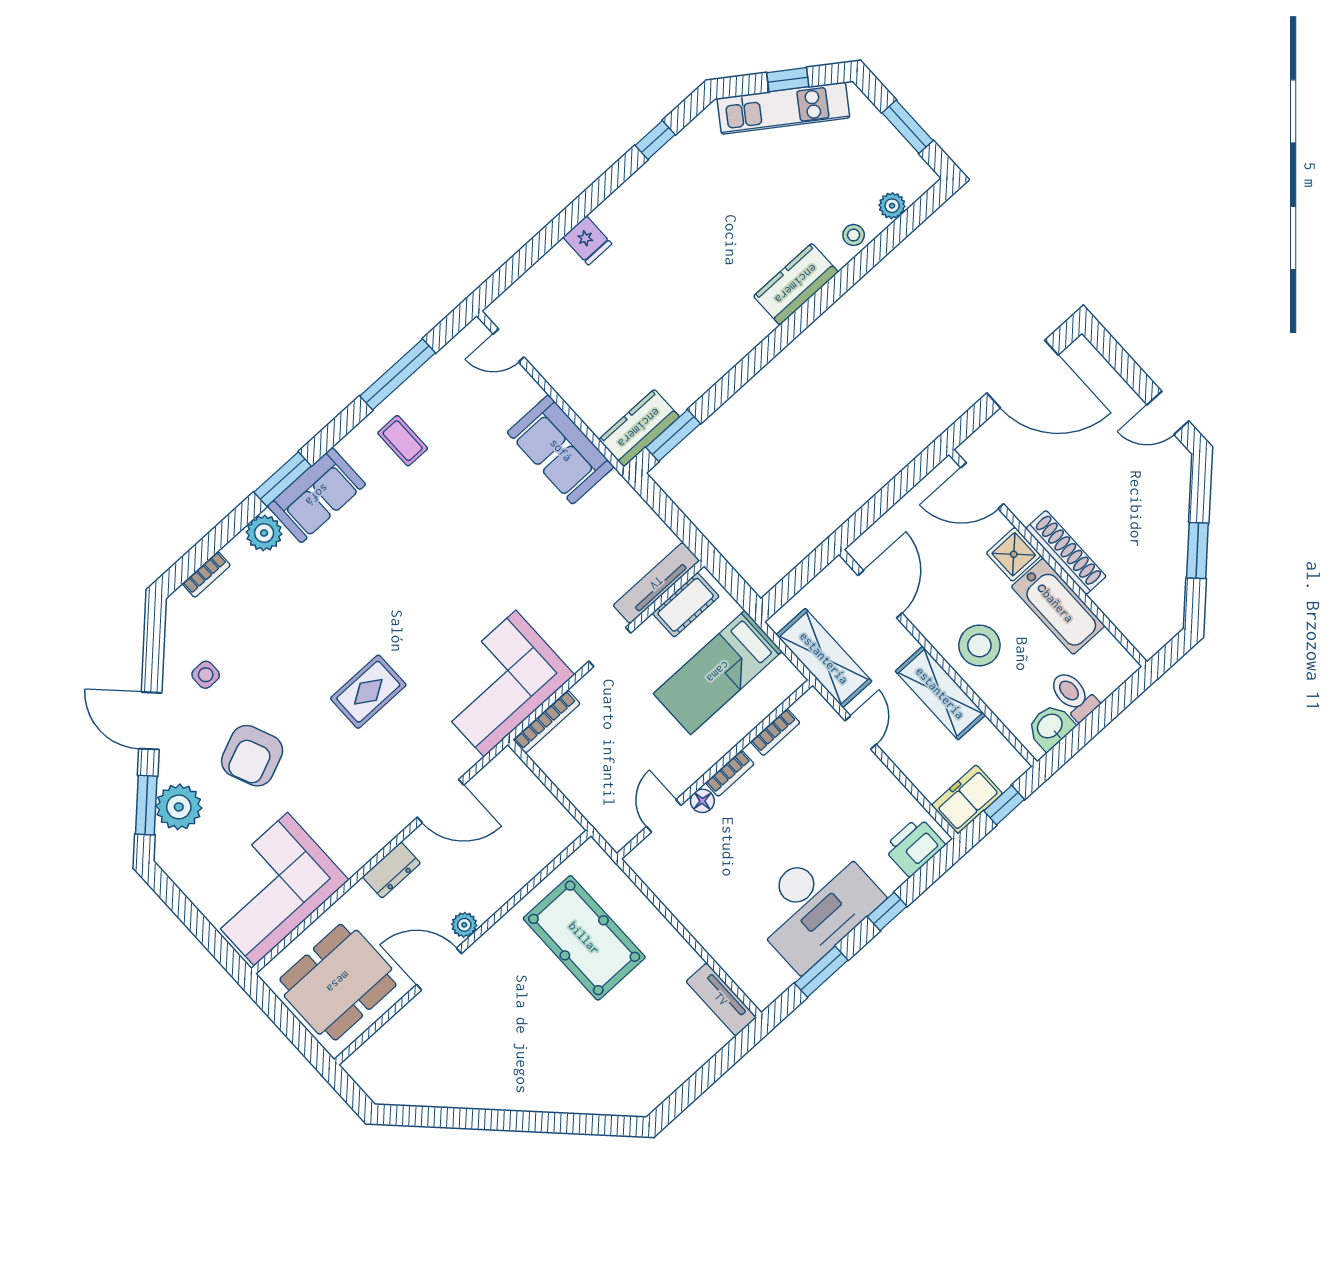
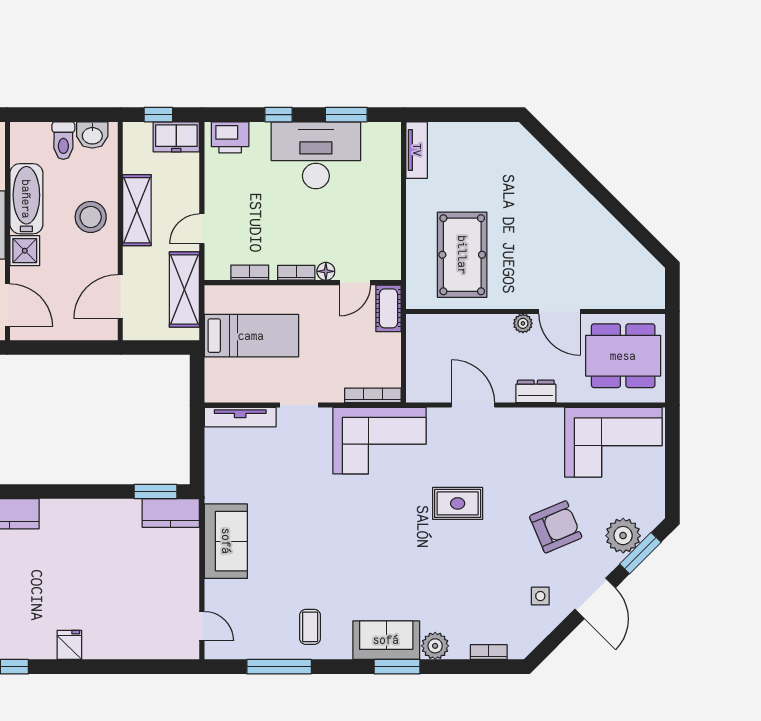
fridge: (587, 241) -> (69, 645), moved
cot: (686, 605) -> (388, 308), moved, turned 90

